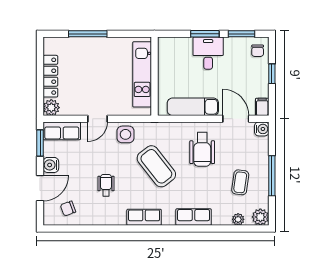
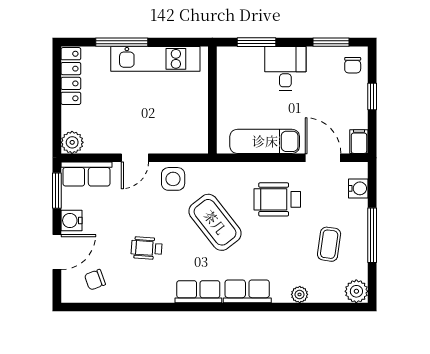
window: (205, 34) -> (257, 42), moved
kitchen unit: (142, 74) -> (155, 59), moved, turned -90
locker: (50, 76) -> (71, 76), moved
water cooler: (262, 129) -> (358, 188), moved
wheelchair: (202, 149) -> (277, 199), turned 90
wheelchair: (106, 185) -> (147, 248), turned -86
row of seats: (194, 217) -> (247, 291), moved
plant: (238, 219) -> (300, 294), moved

